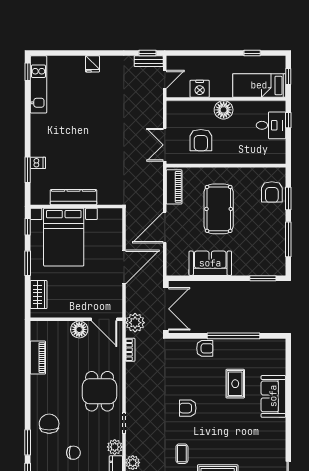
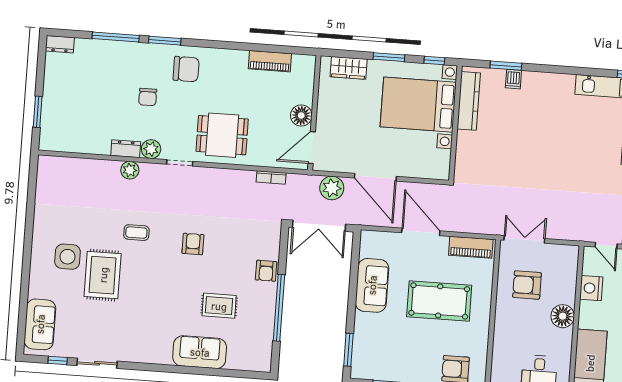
kitchen counter: (74, 197) -> (469, 101), moved
plant: (135, 323) -> (332, 188), moved

